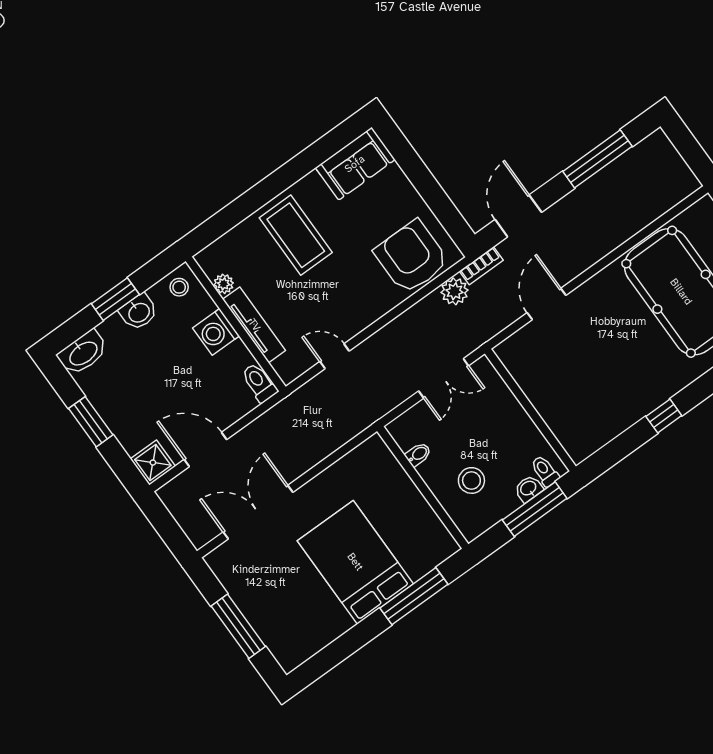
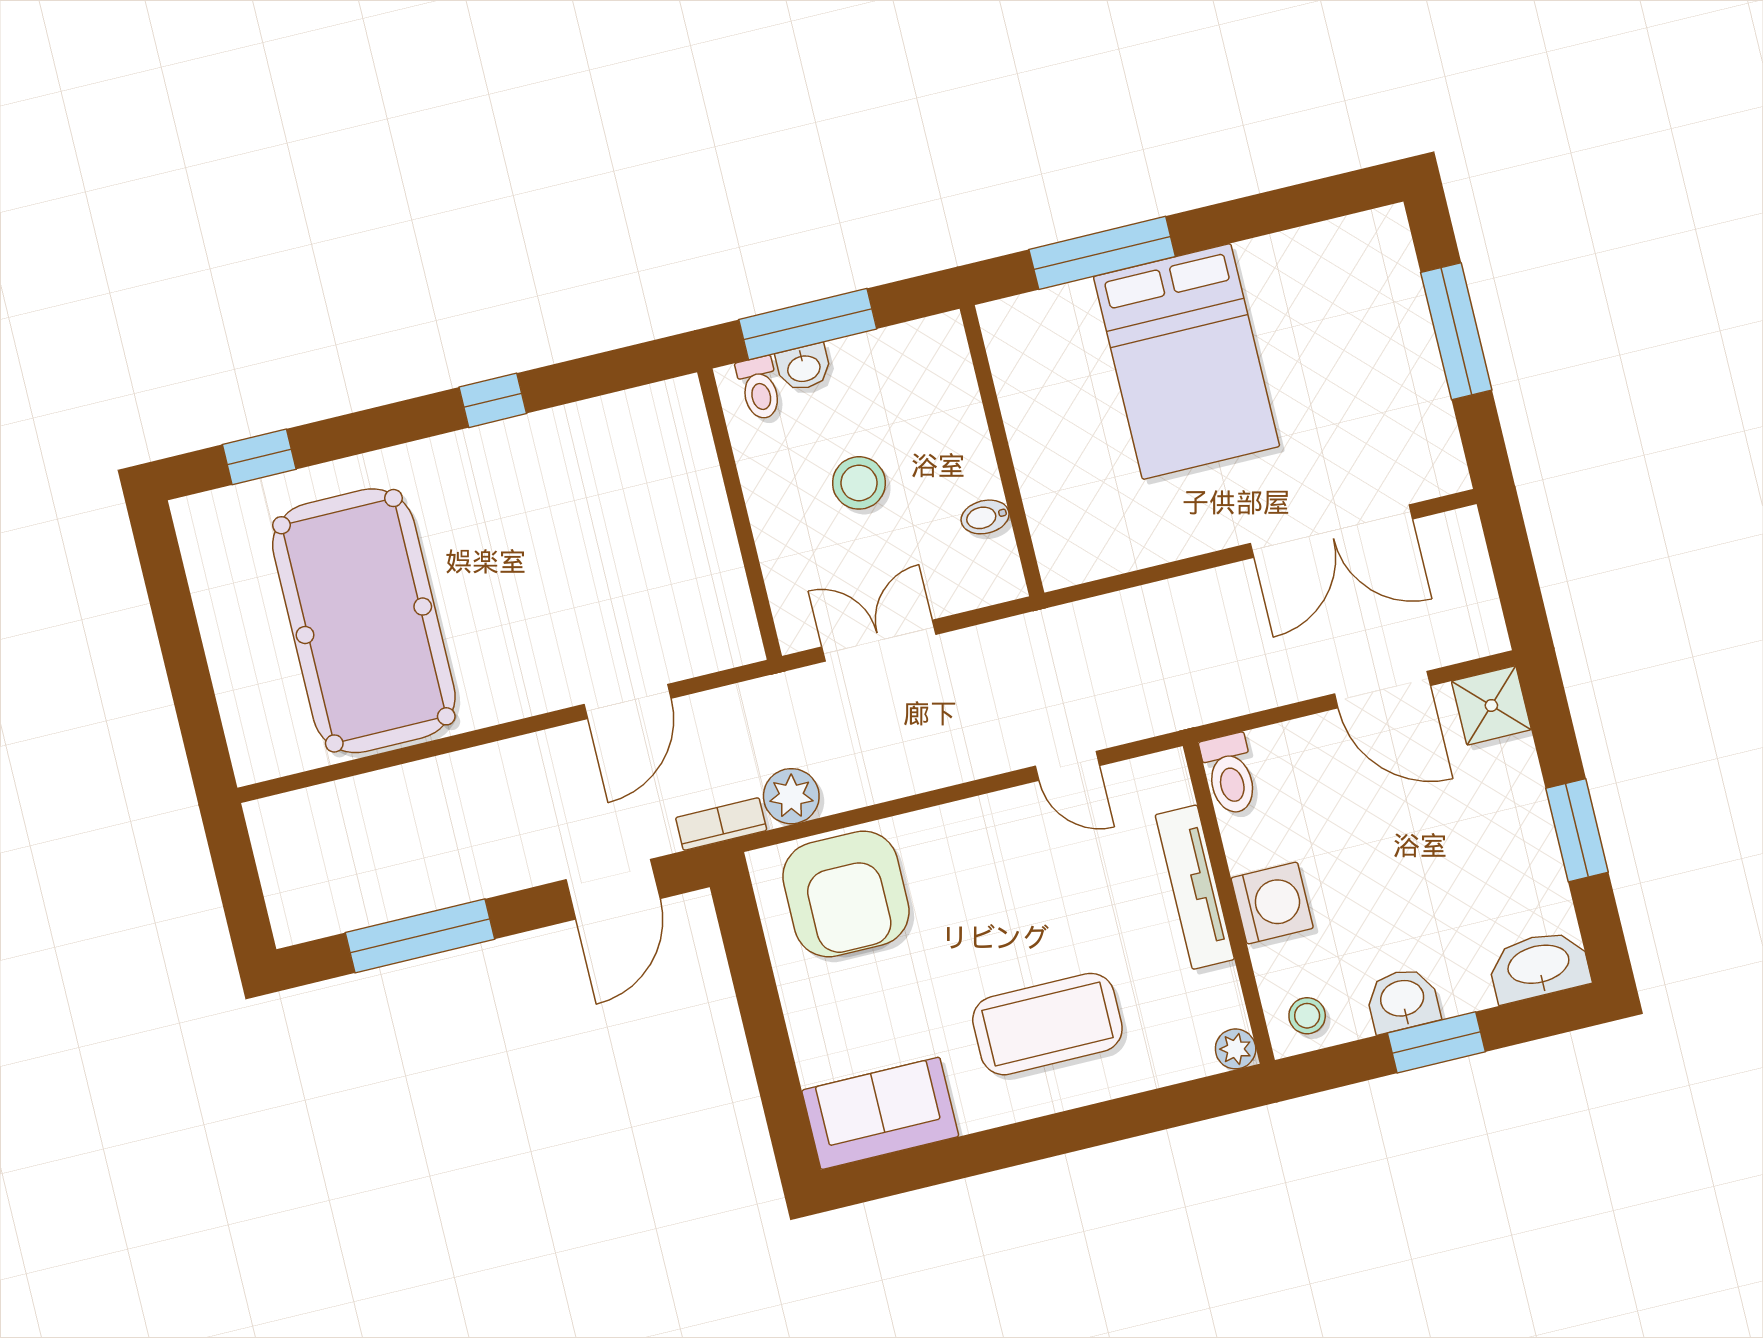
coffee table: (296, 235) -> (1047, 1024), turned 90
plant: (224, 284) -> (1236, 1049), moved
stool: (471, 480) -> (859, 483), moved

